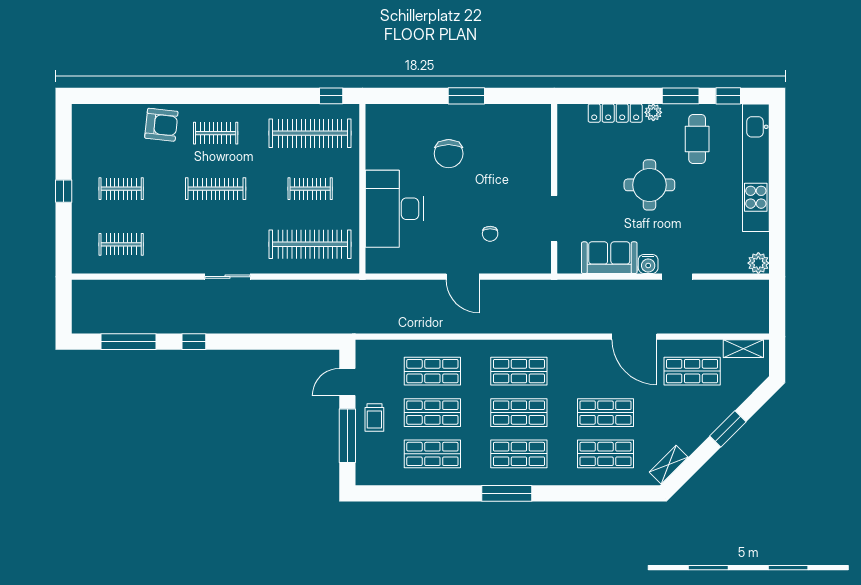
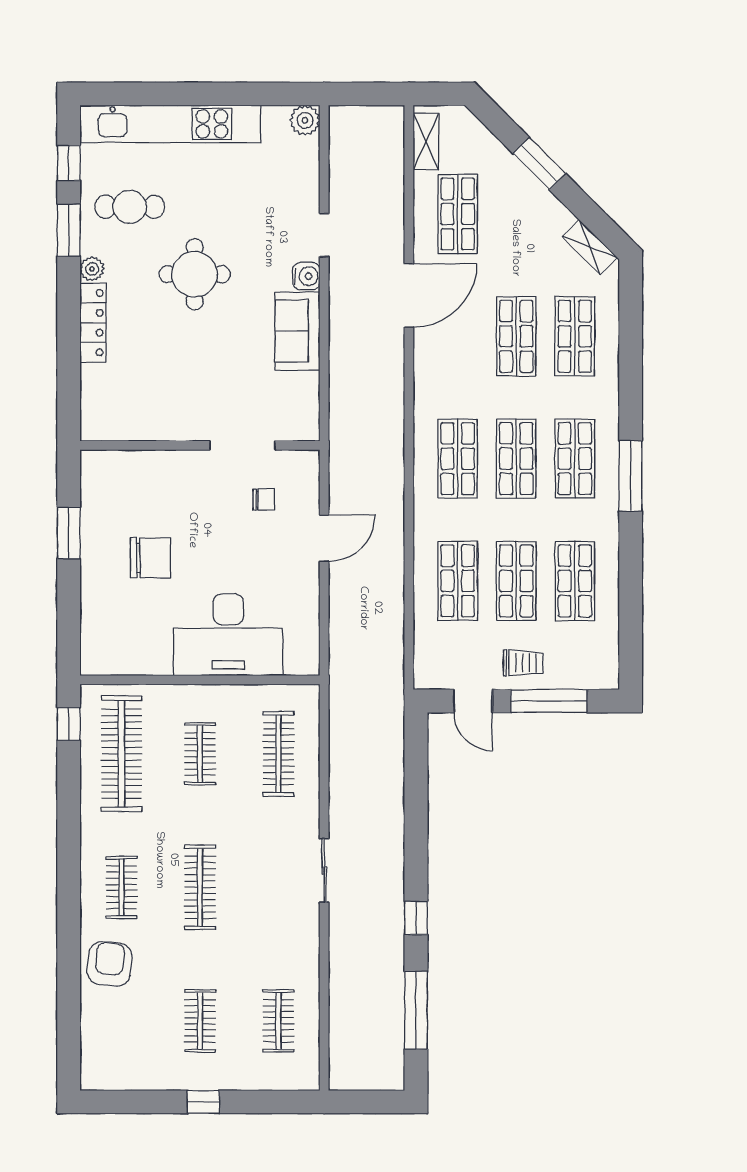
wall: (554, 189) -> (200, 445), moved
doorway: (554, 219) -> (242, 445), moved
clothes rail: (310, 244) -> (278, 754), width x0.73, depth x0.76

